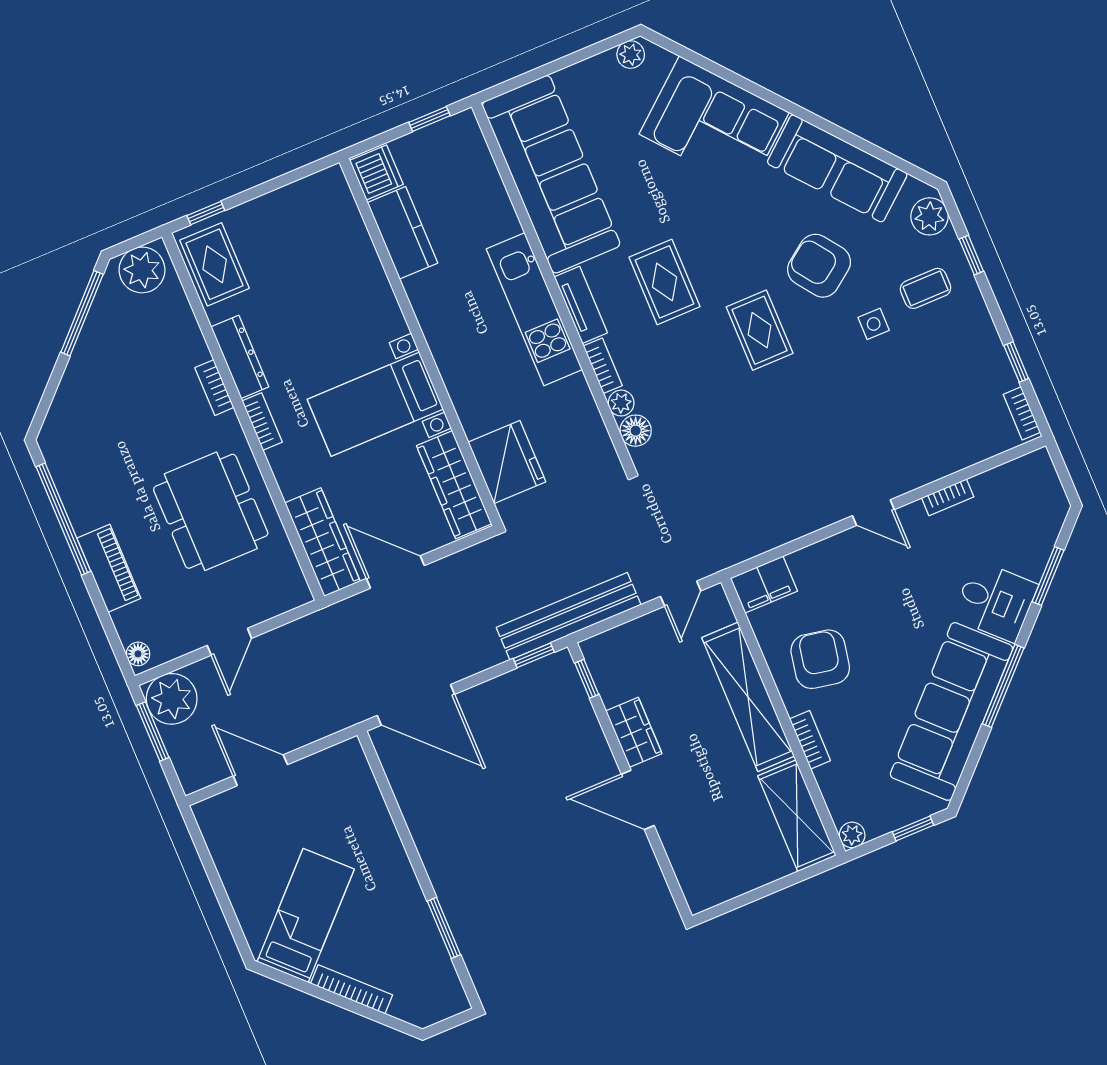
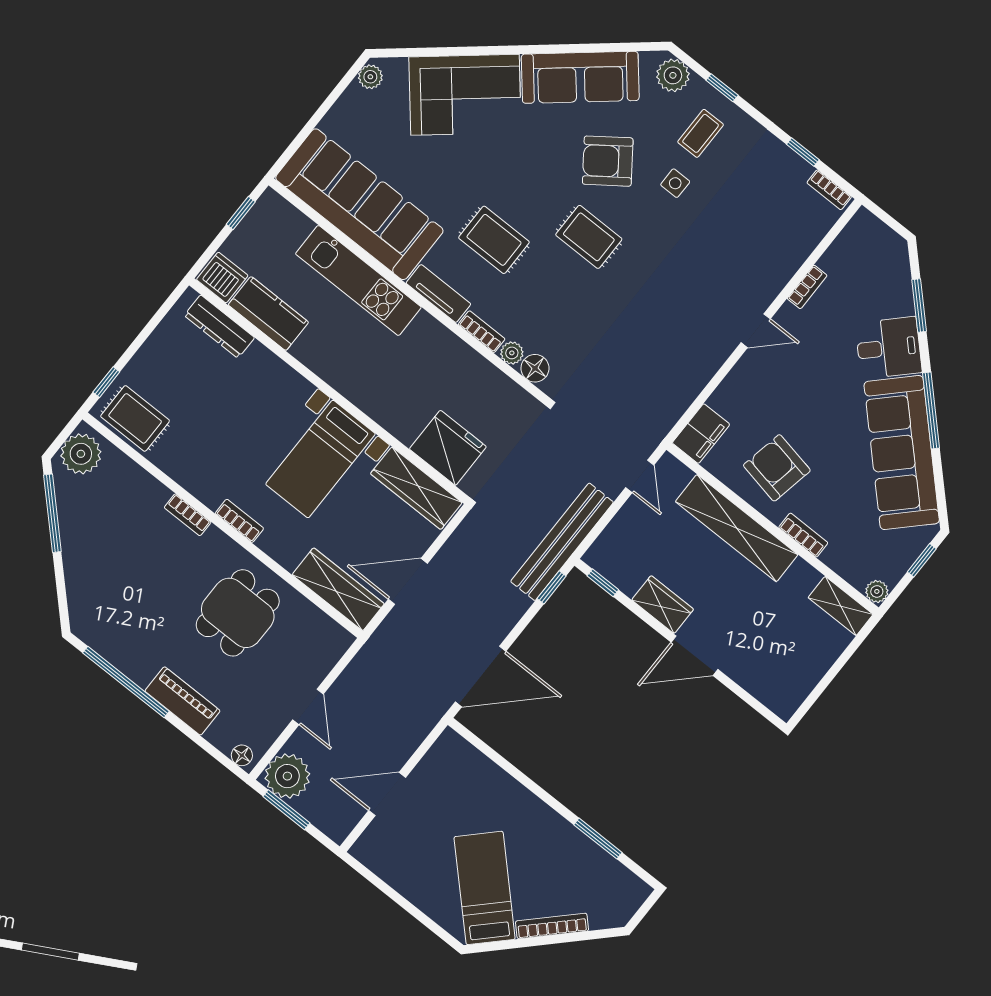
kitchen unit: (534, 309) -> (358, 280), moved
dresser: (240, 357) -> (219, 327), moved, turned 180
dining table: (211, 511) -> (238, 613), width x0.73
shelving: (797, 816) -> (841, 606), width x0.67, depth x0.75

